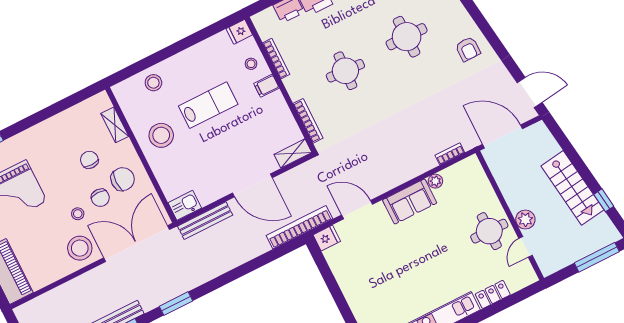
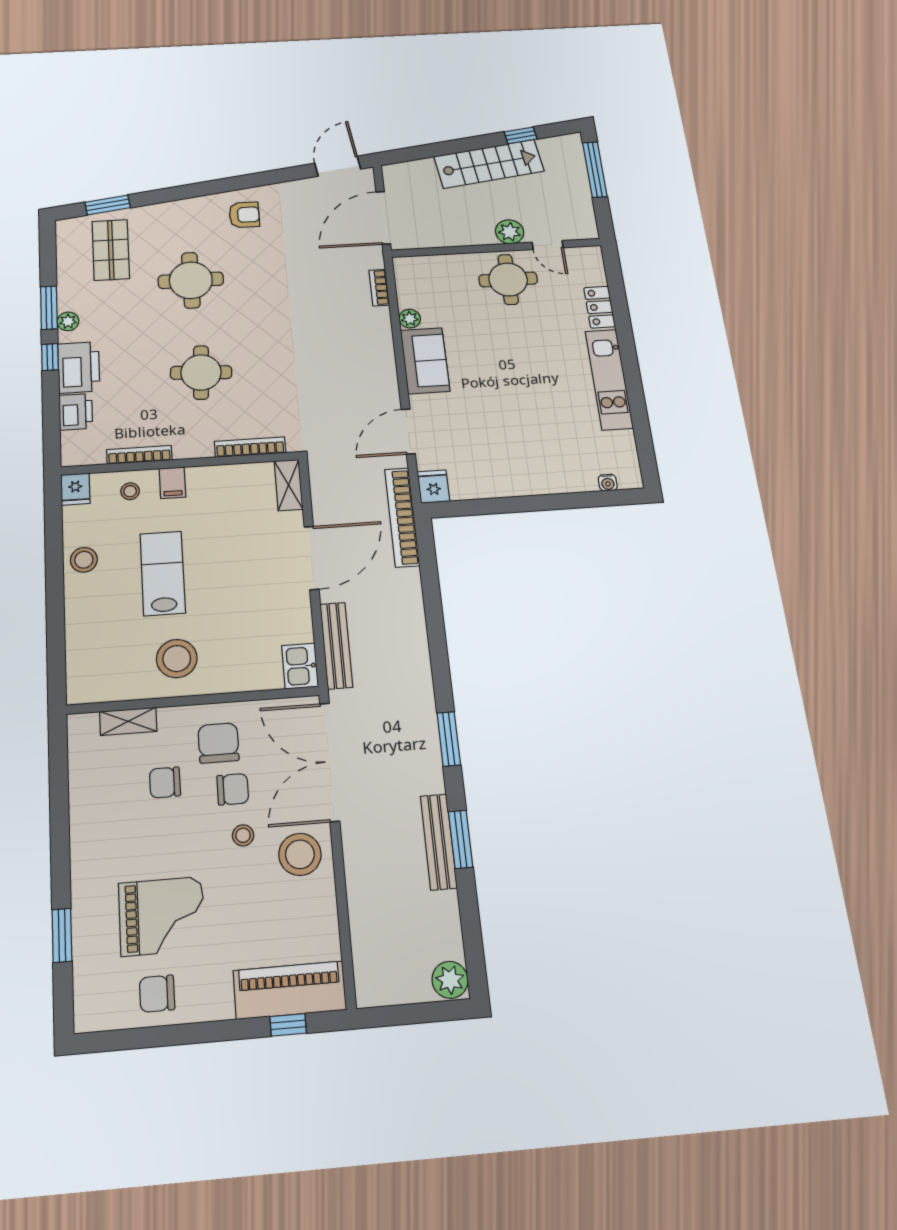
stool: (153, 83) -> (84, 560), moved

